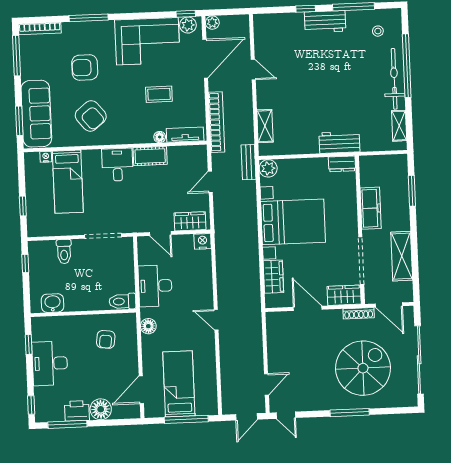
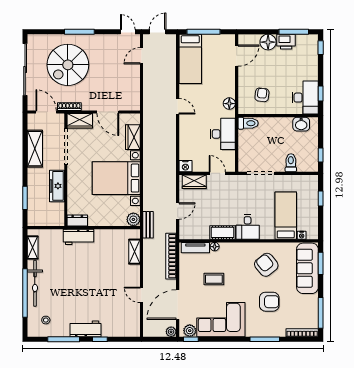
desk: (50, 363) -> (305, 98), moved
bed: (179, 384) -> (190, 59), moved

